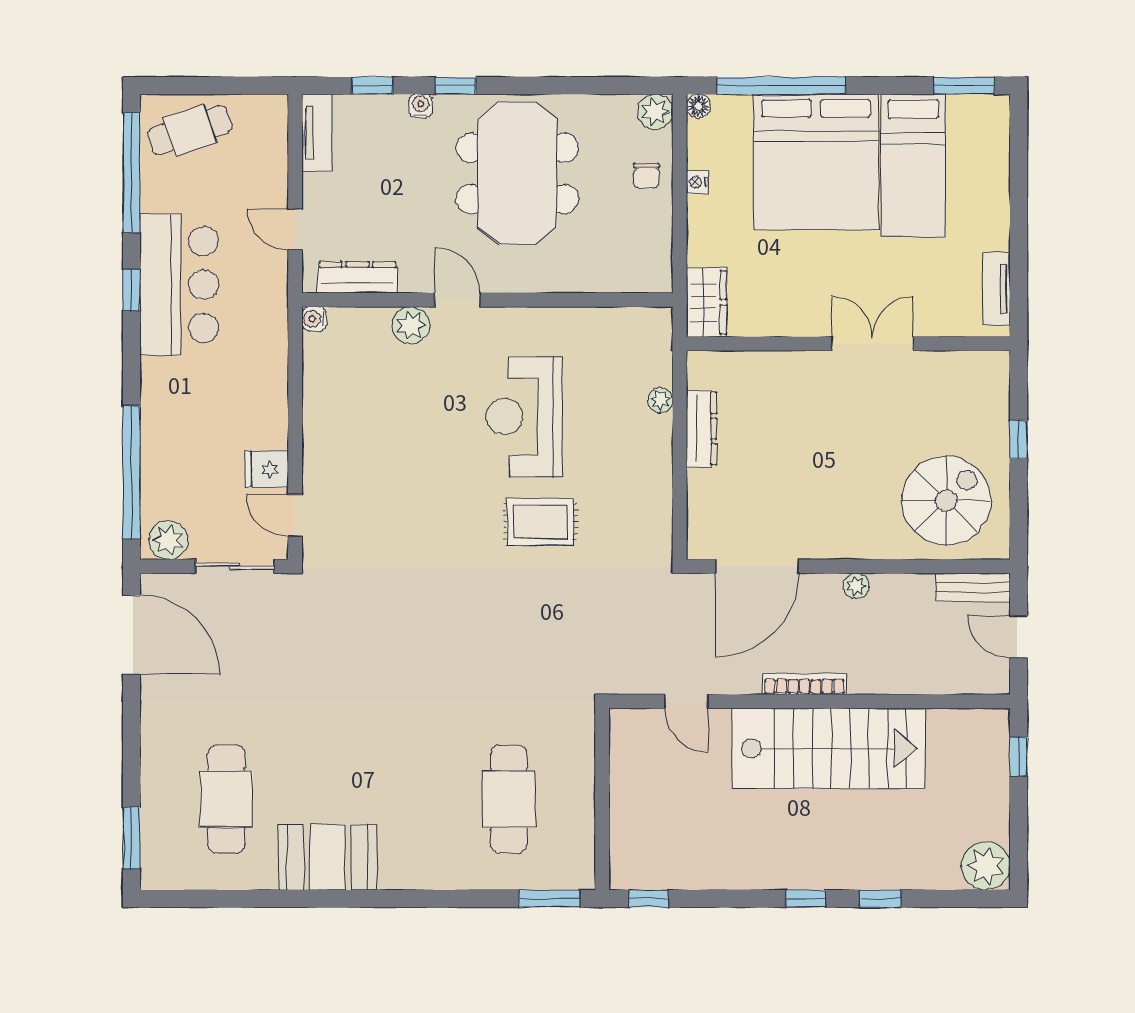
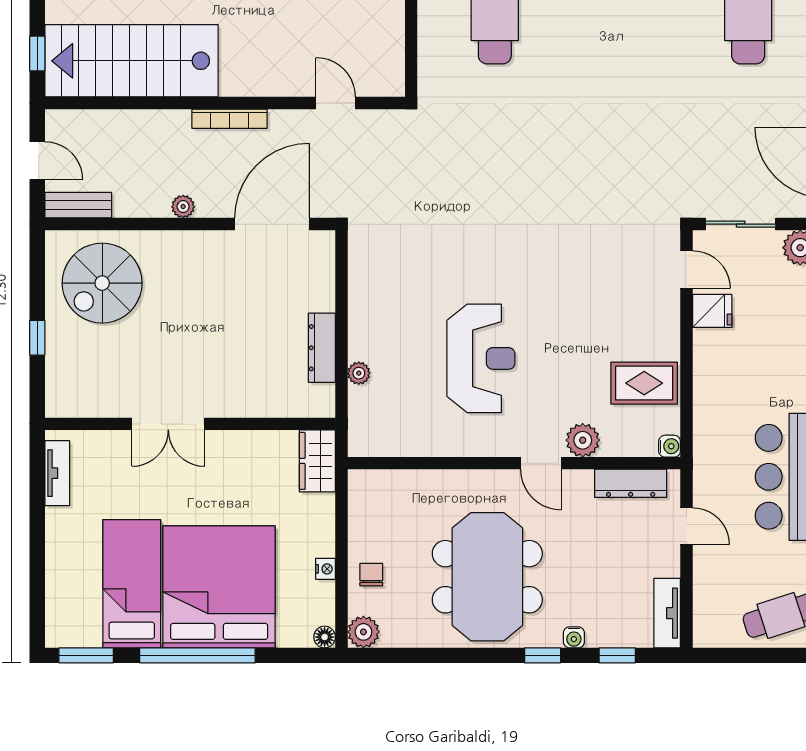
window: (781, 86) -> (197, 655), moved
rug: (540, 522) -> (644, 383), moved
stairs: (829, 748) -> (131, 61), moved

